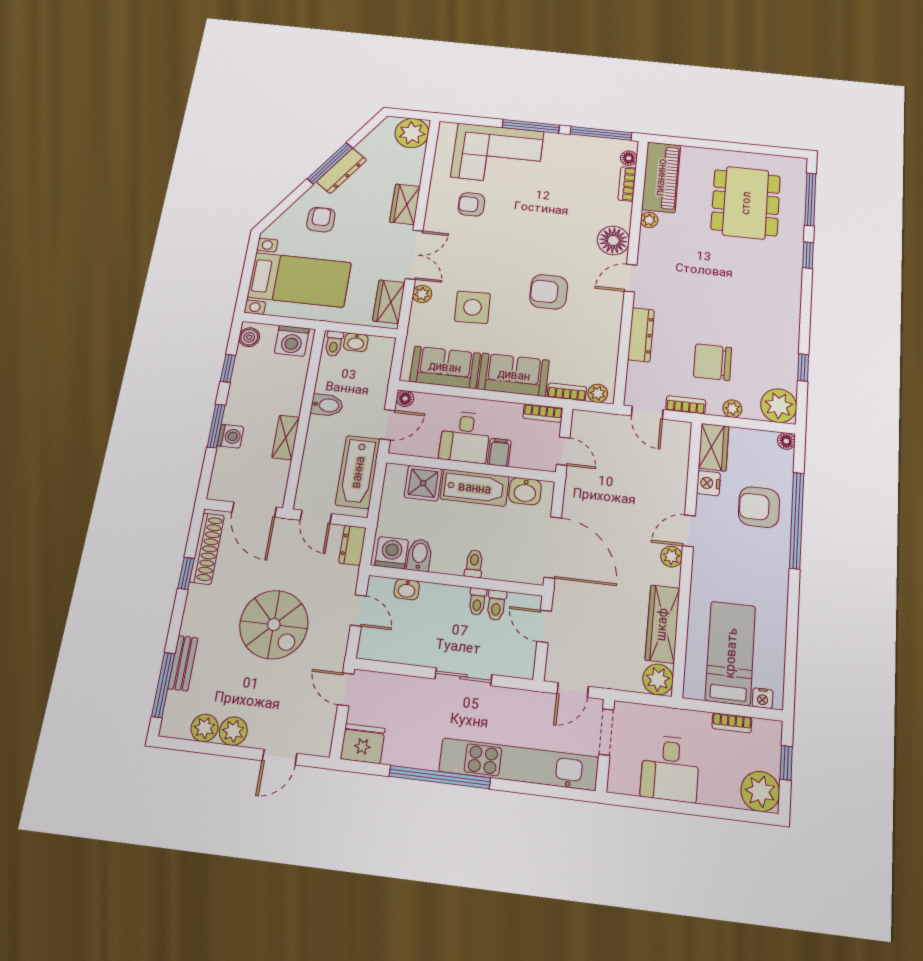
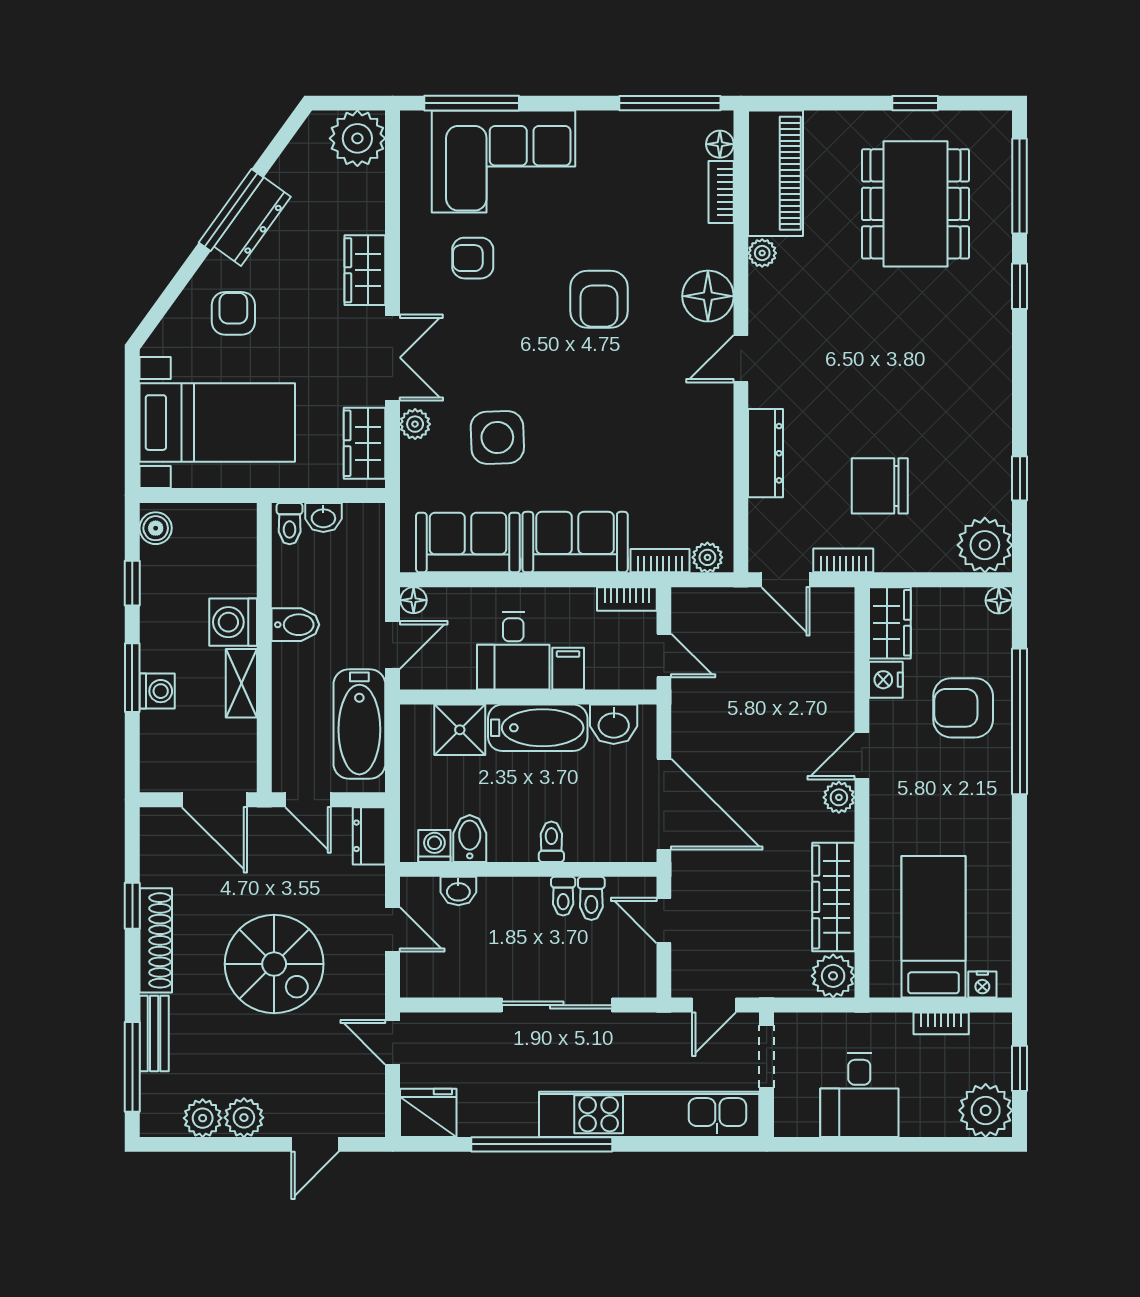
window: (531, 126) -> (472, 103), moved
window: (749, 148) -> (915, 103), added
armchair: (549, 292) -> (599, 299), moved, turned -90
washing machine: (292, 341) -> (233, 622), moved, turned 90
plant: (732, 409) -> (915, 558), removed
shoe rack: (207, 549) -> (156, 940), moved
washing machine: (392, 553) -> (434, 846), width x0.73, depth x0.73
sliding door: (463, 677) -> (557, 1005), width x1.37

